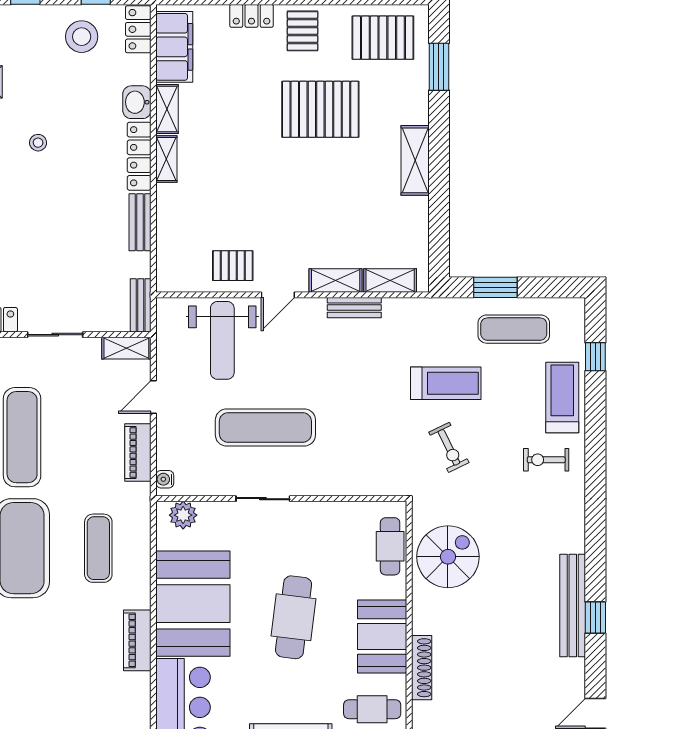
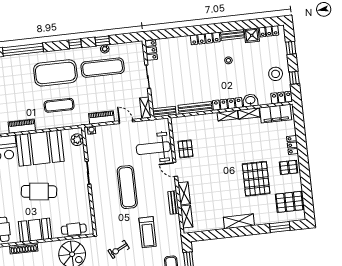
pallet: (383, 38) -> (289, 202), turned 90
bench: (140, 222) -> (195, 108), width x1.36
treadmill: (446, 383) -> (148, 232), moved
exercise mat: (265, 427) -> (127, 187), moved

